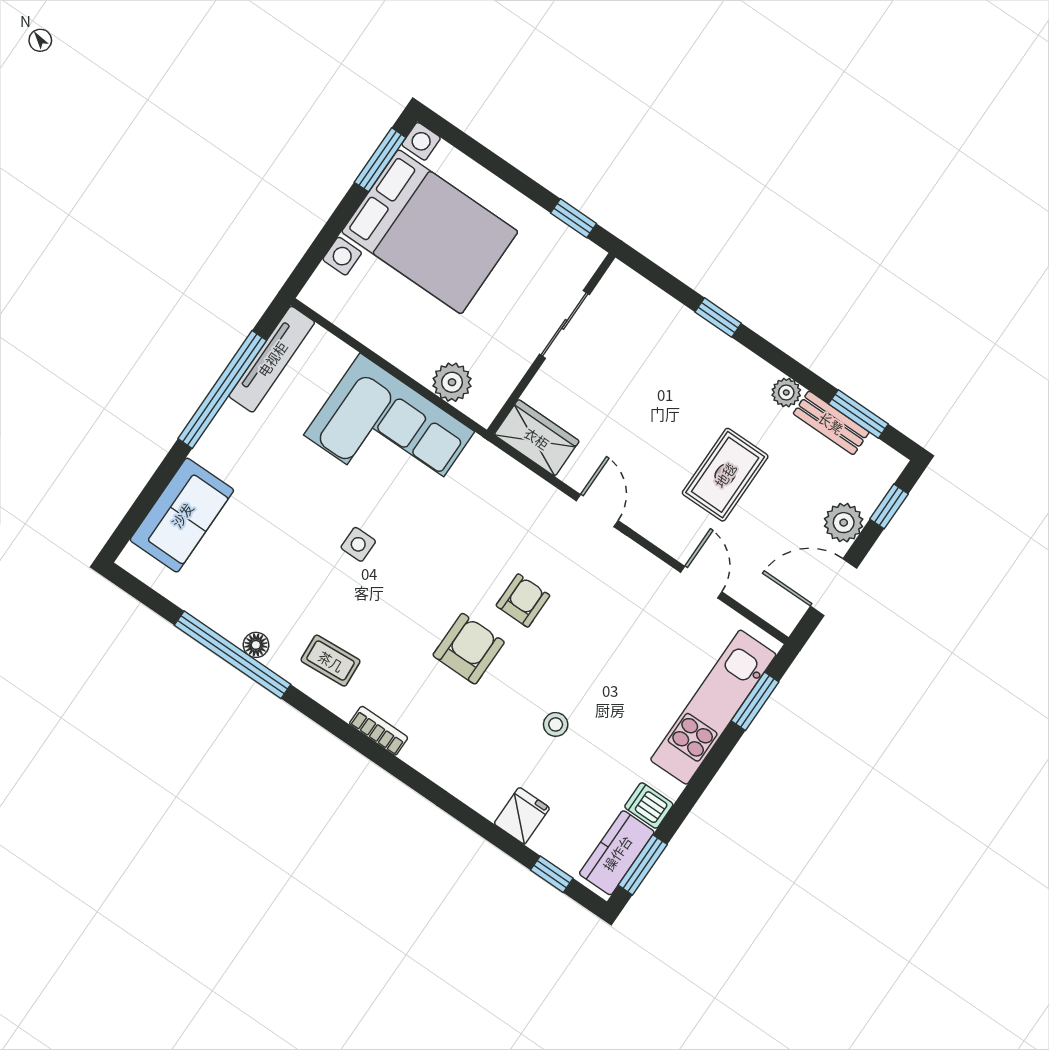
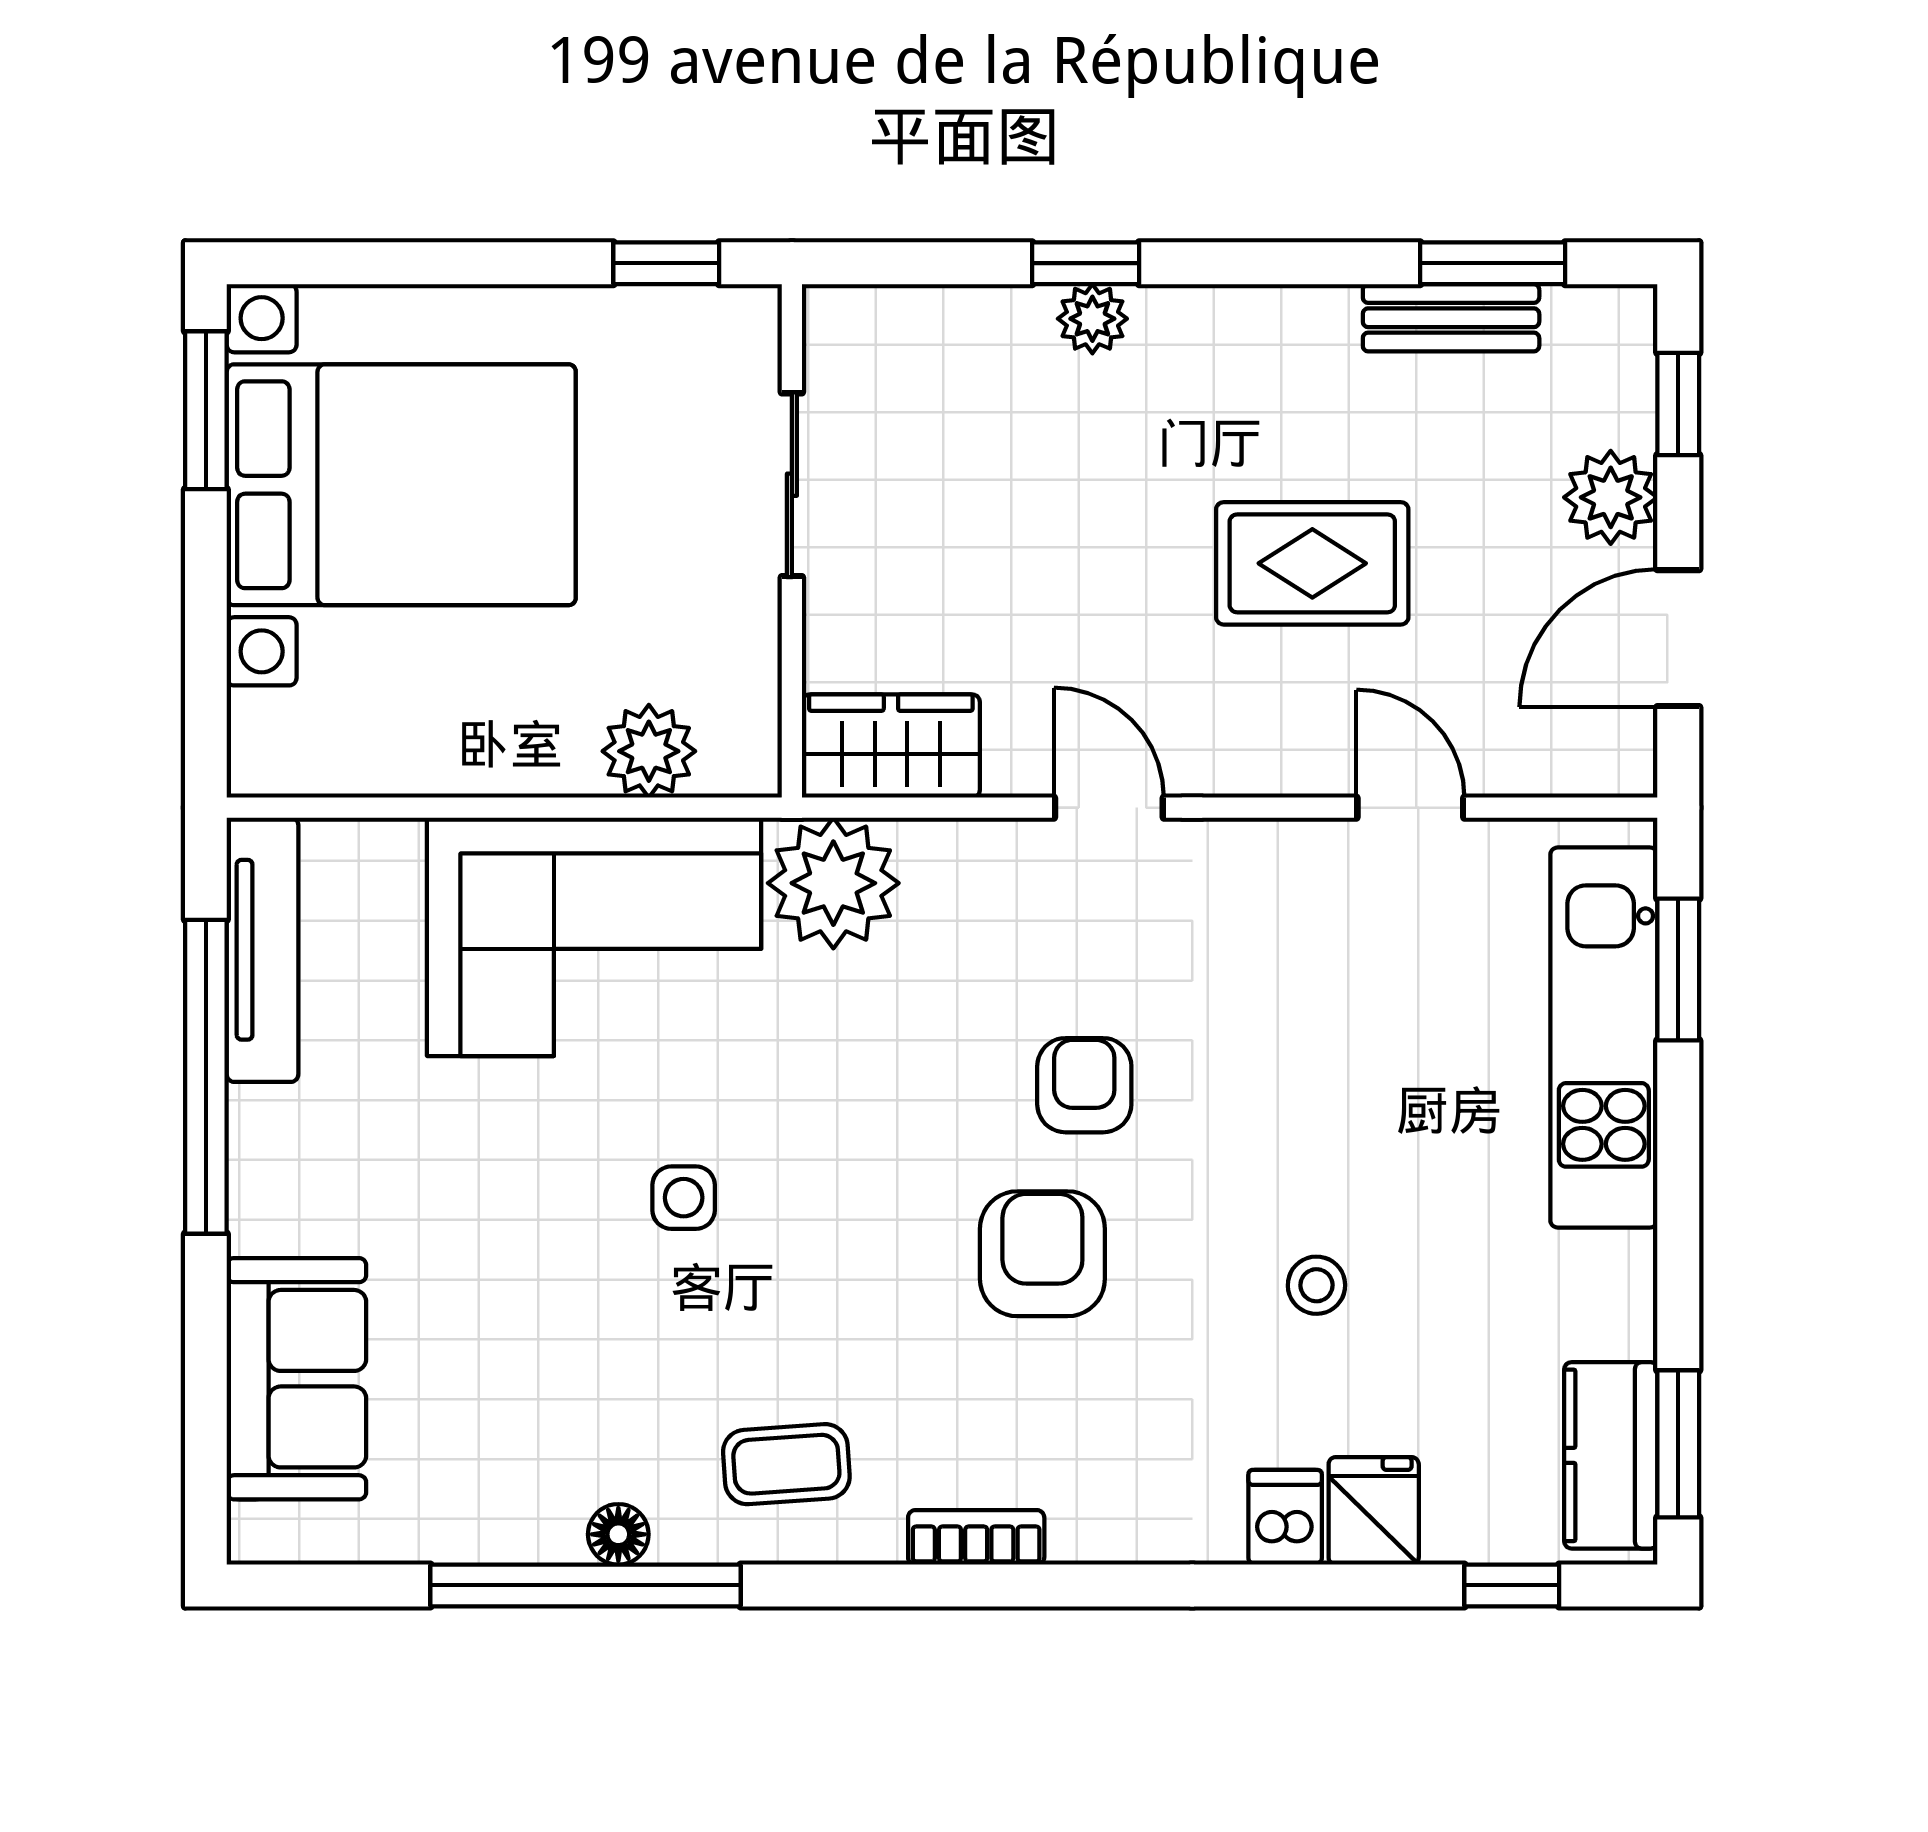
plant: (786, 393) -> (1092, 319), moved
plant: (484, 471) -> (833, 883), added
rug: (725, 475) -> (1312, 563), turned 90
dishwasher: (649, 806) -> (1285, 1517), moved, turned 90

